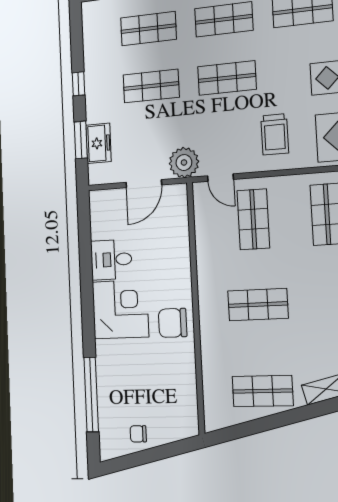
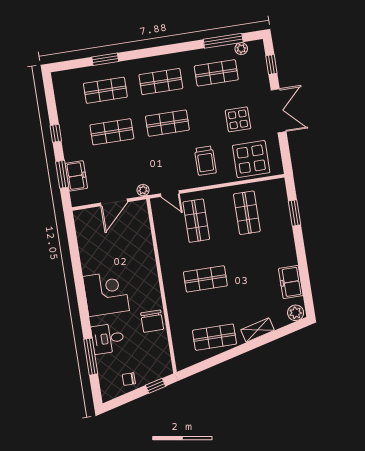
plant: (184, 163) -> (143, 190), width x0.53, depth x0.53
desk: (111, 260) -> (108, 339), moved
chair: (173, 323) -> (152, 321), moved, turned -90
window: (91, 394) -> (91, 357), width x0.68
window: (173, 449) -> (156, 386), added

